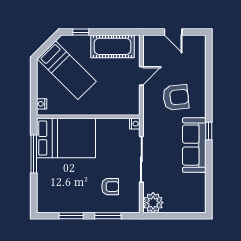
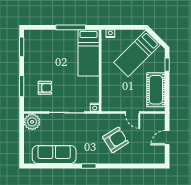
armchair: (176, 97) -> (115, 140), turned -116
bed: (66, 138) -> (89, 53), width x0.67
sofa: (194, 145) -> (54, 155), moved
armchair: (110, 187) -> (45, 88), turned -90
window: (71, 216) -> (22, 47), moved

